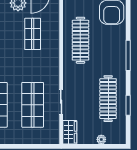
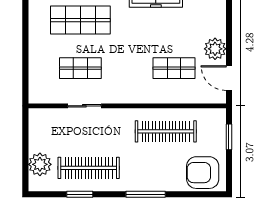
shop shelf: (33, 105) -> (80, 68), width x0.70, depth x0.74
wardrobe: (70, 132) -> (44, 117), removed
plant: (101, 139) -> (40, 164), width x1.88, depth x1.88

